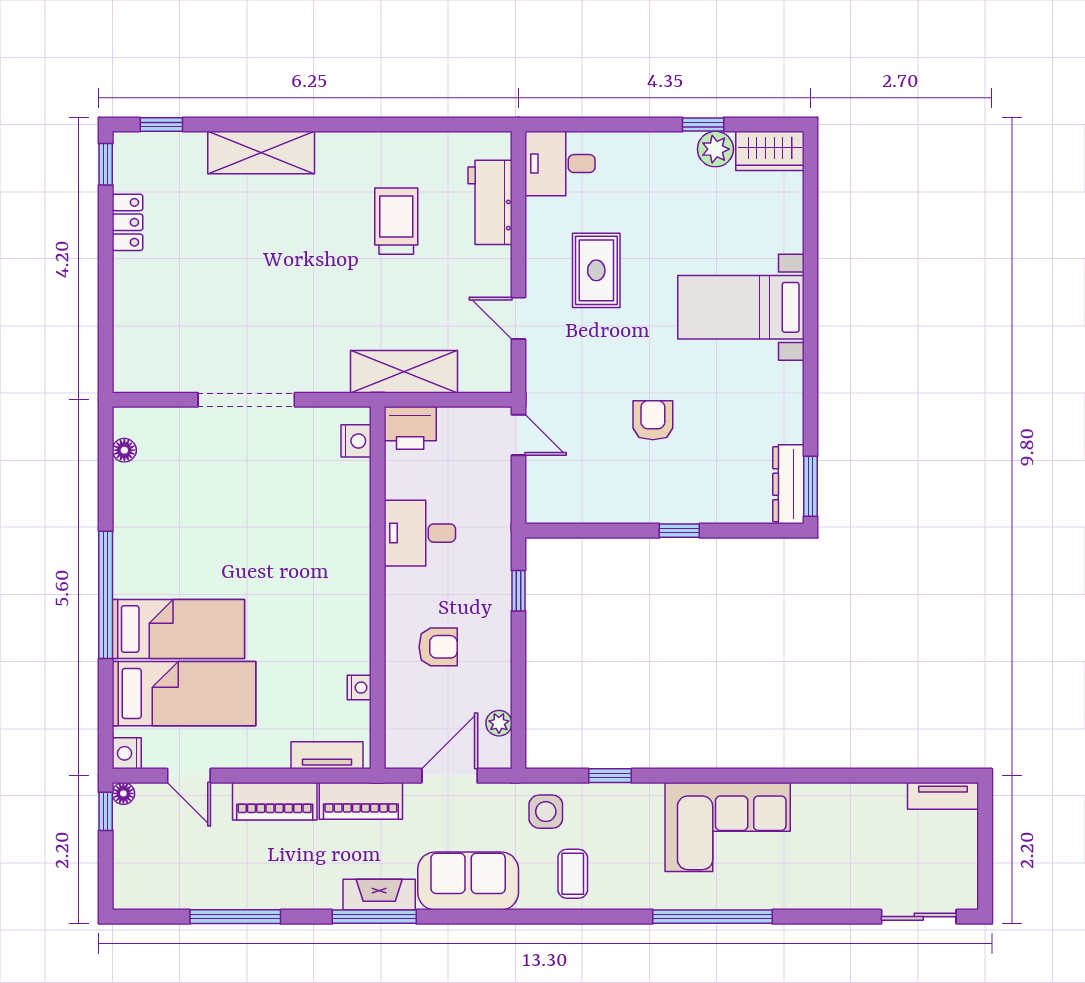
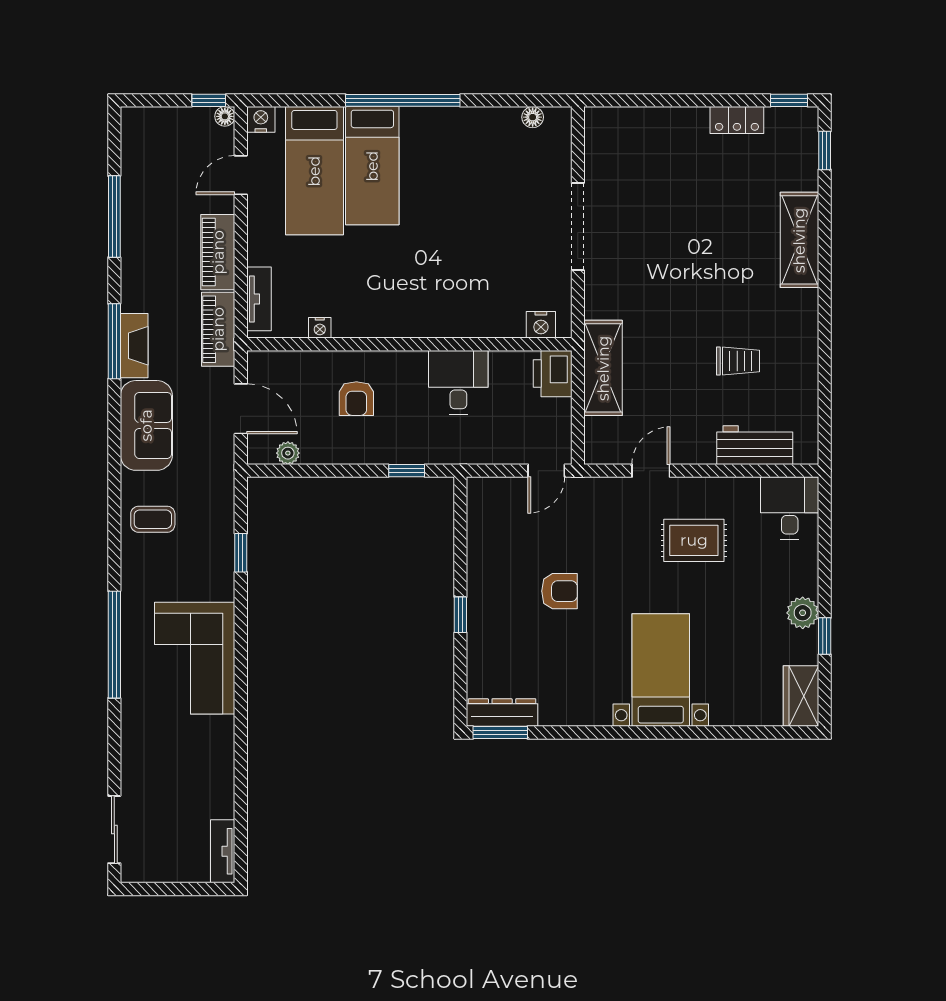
plant: (715, 149) -> (803, 613), moved
trolley: (396, 221) -> (738, 361), width x0.73, depth x0.72
side table: (546, 812) -> (209, 495), removed

